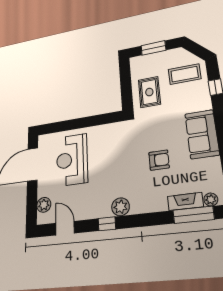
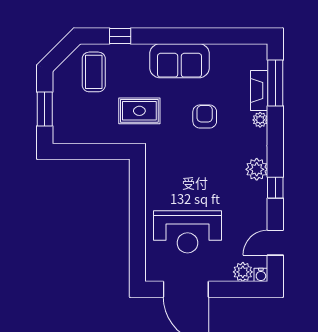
rug: (149, 92) -> (139, 111), moved
plant: (211, 200) -> (260, 120), moved
water cooler: (42, 219) -> (261, 275), added

